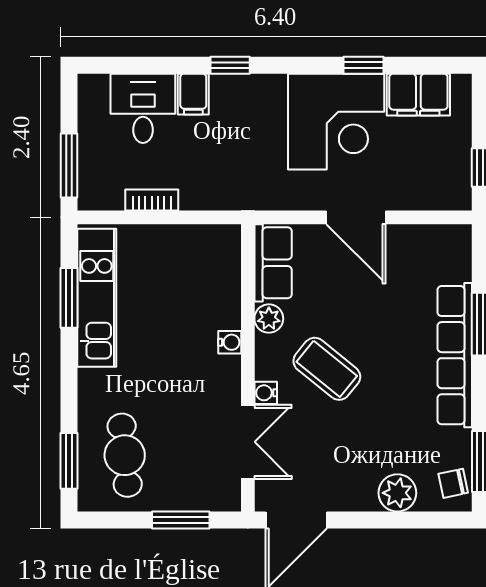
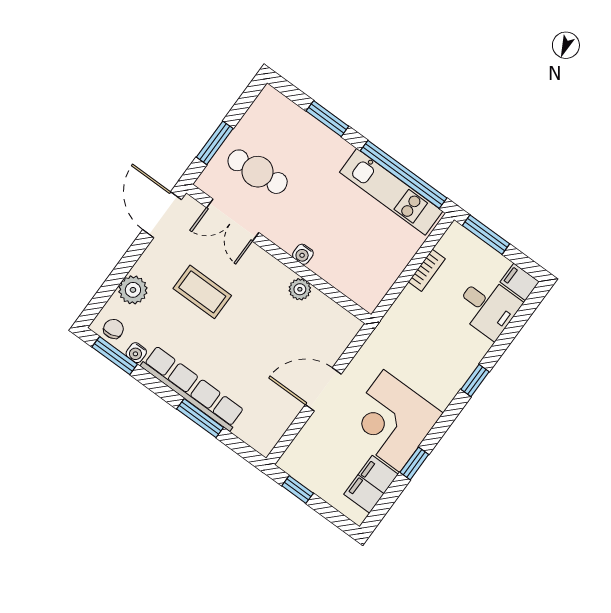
filing cabinet: (193, 94) -> (520, 282), moved
row of seats: (273, 263) -> (333, 317), removed
window: (69, 298) -> (404, 174), width x2.11
coffee table: (327, 369) -> (202, 292), moved, turned 51
water cooler: (266, 393) -> (136, 353), moved, turned 180
cafe table: (125, 455) -> (258, 172), moved
window: (69, 461) -> (327, 119), moved

